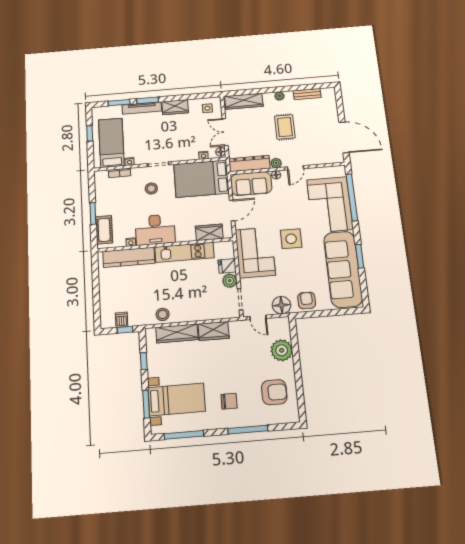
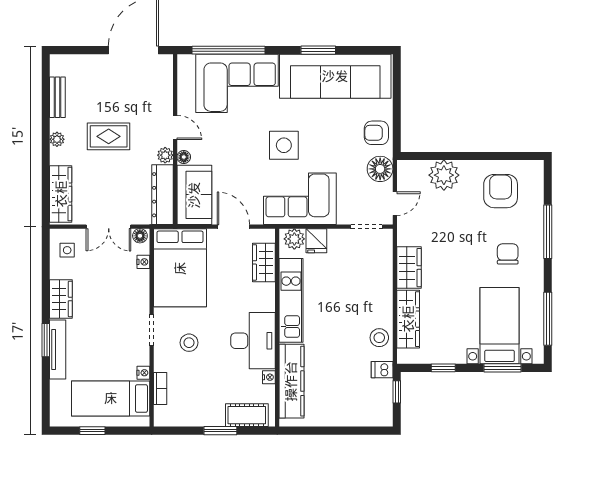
window: (119, 103) -> (46, 384), removed
plant: (230, 281) -> (294, 239), moved
dishwasher: (122, 320) -> (382, 370), moved

